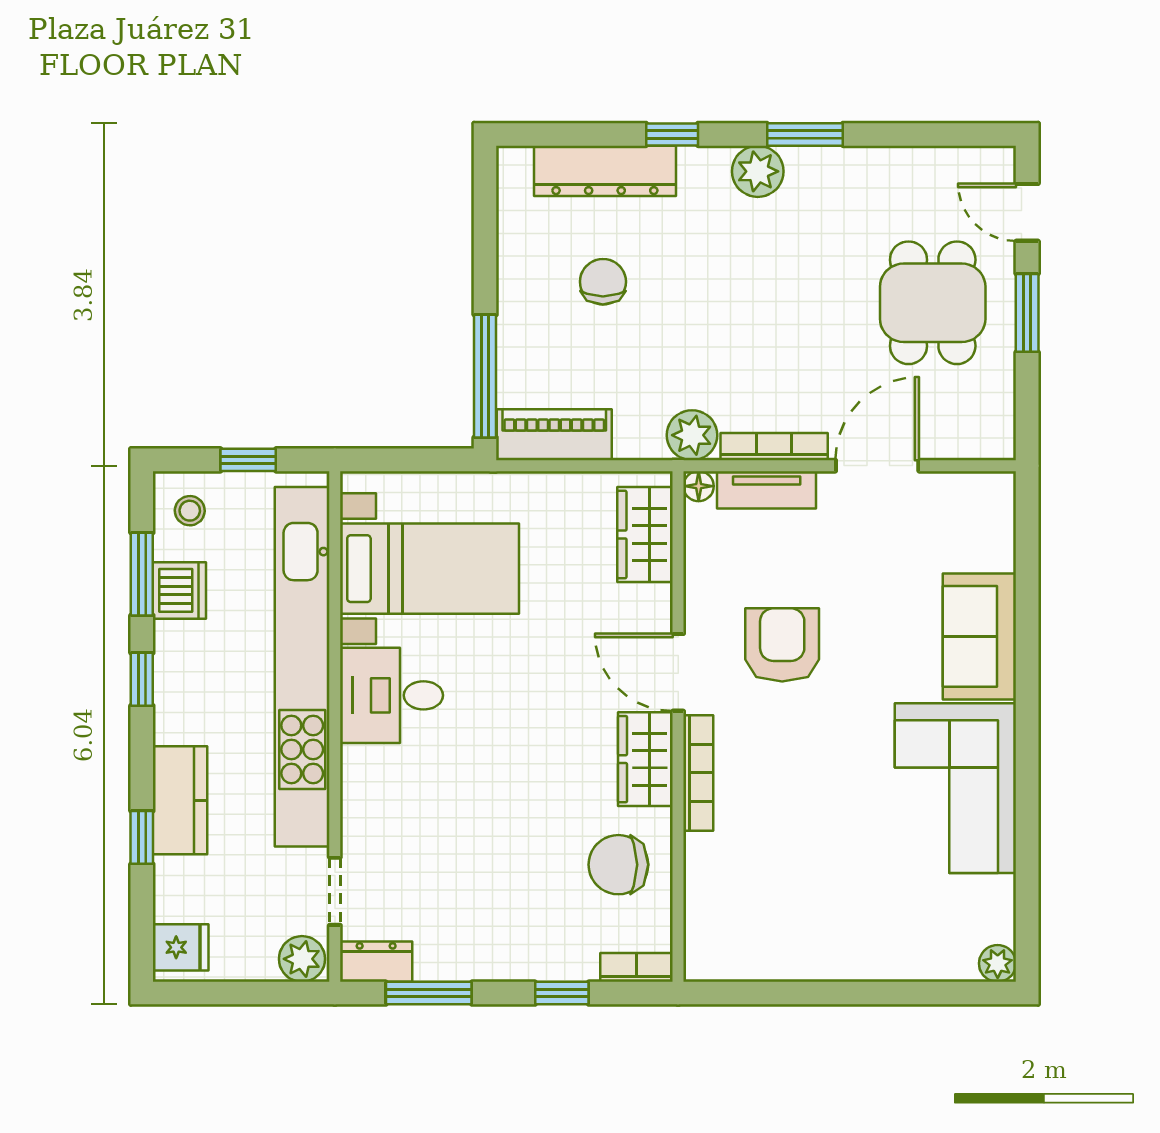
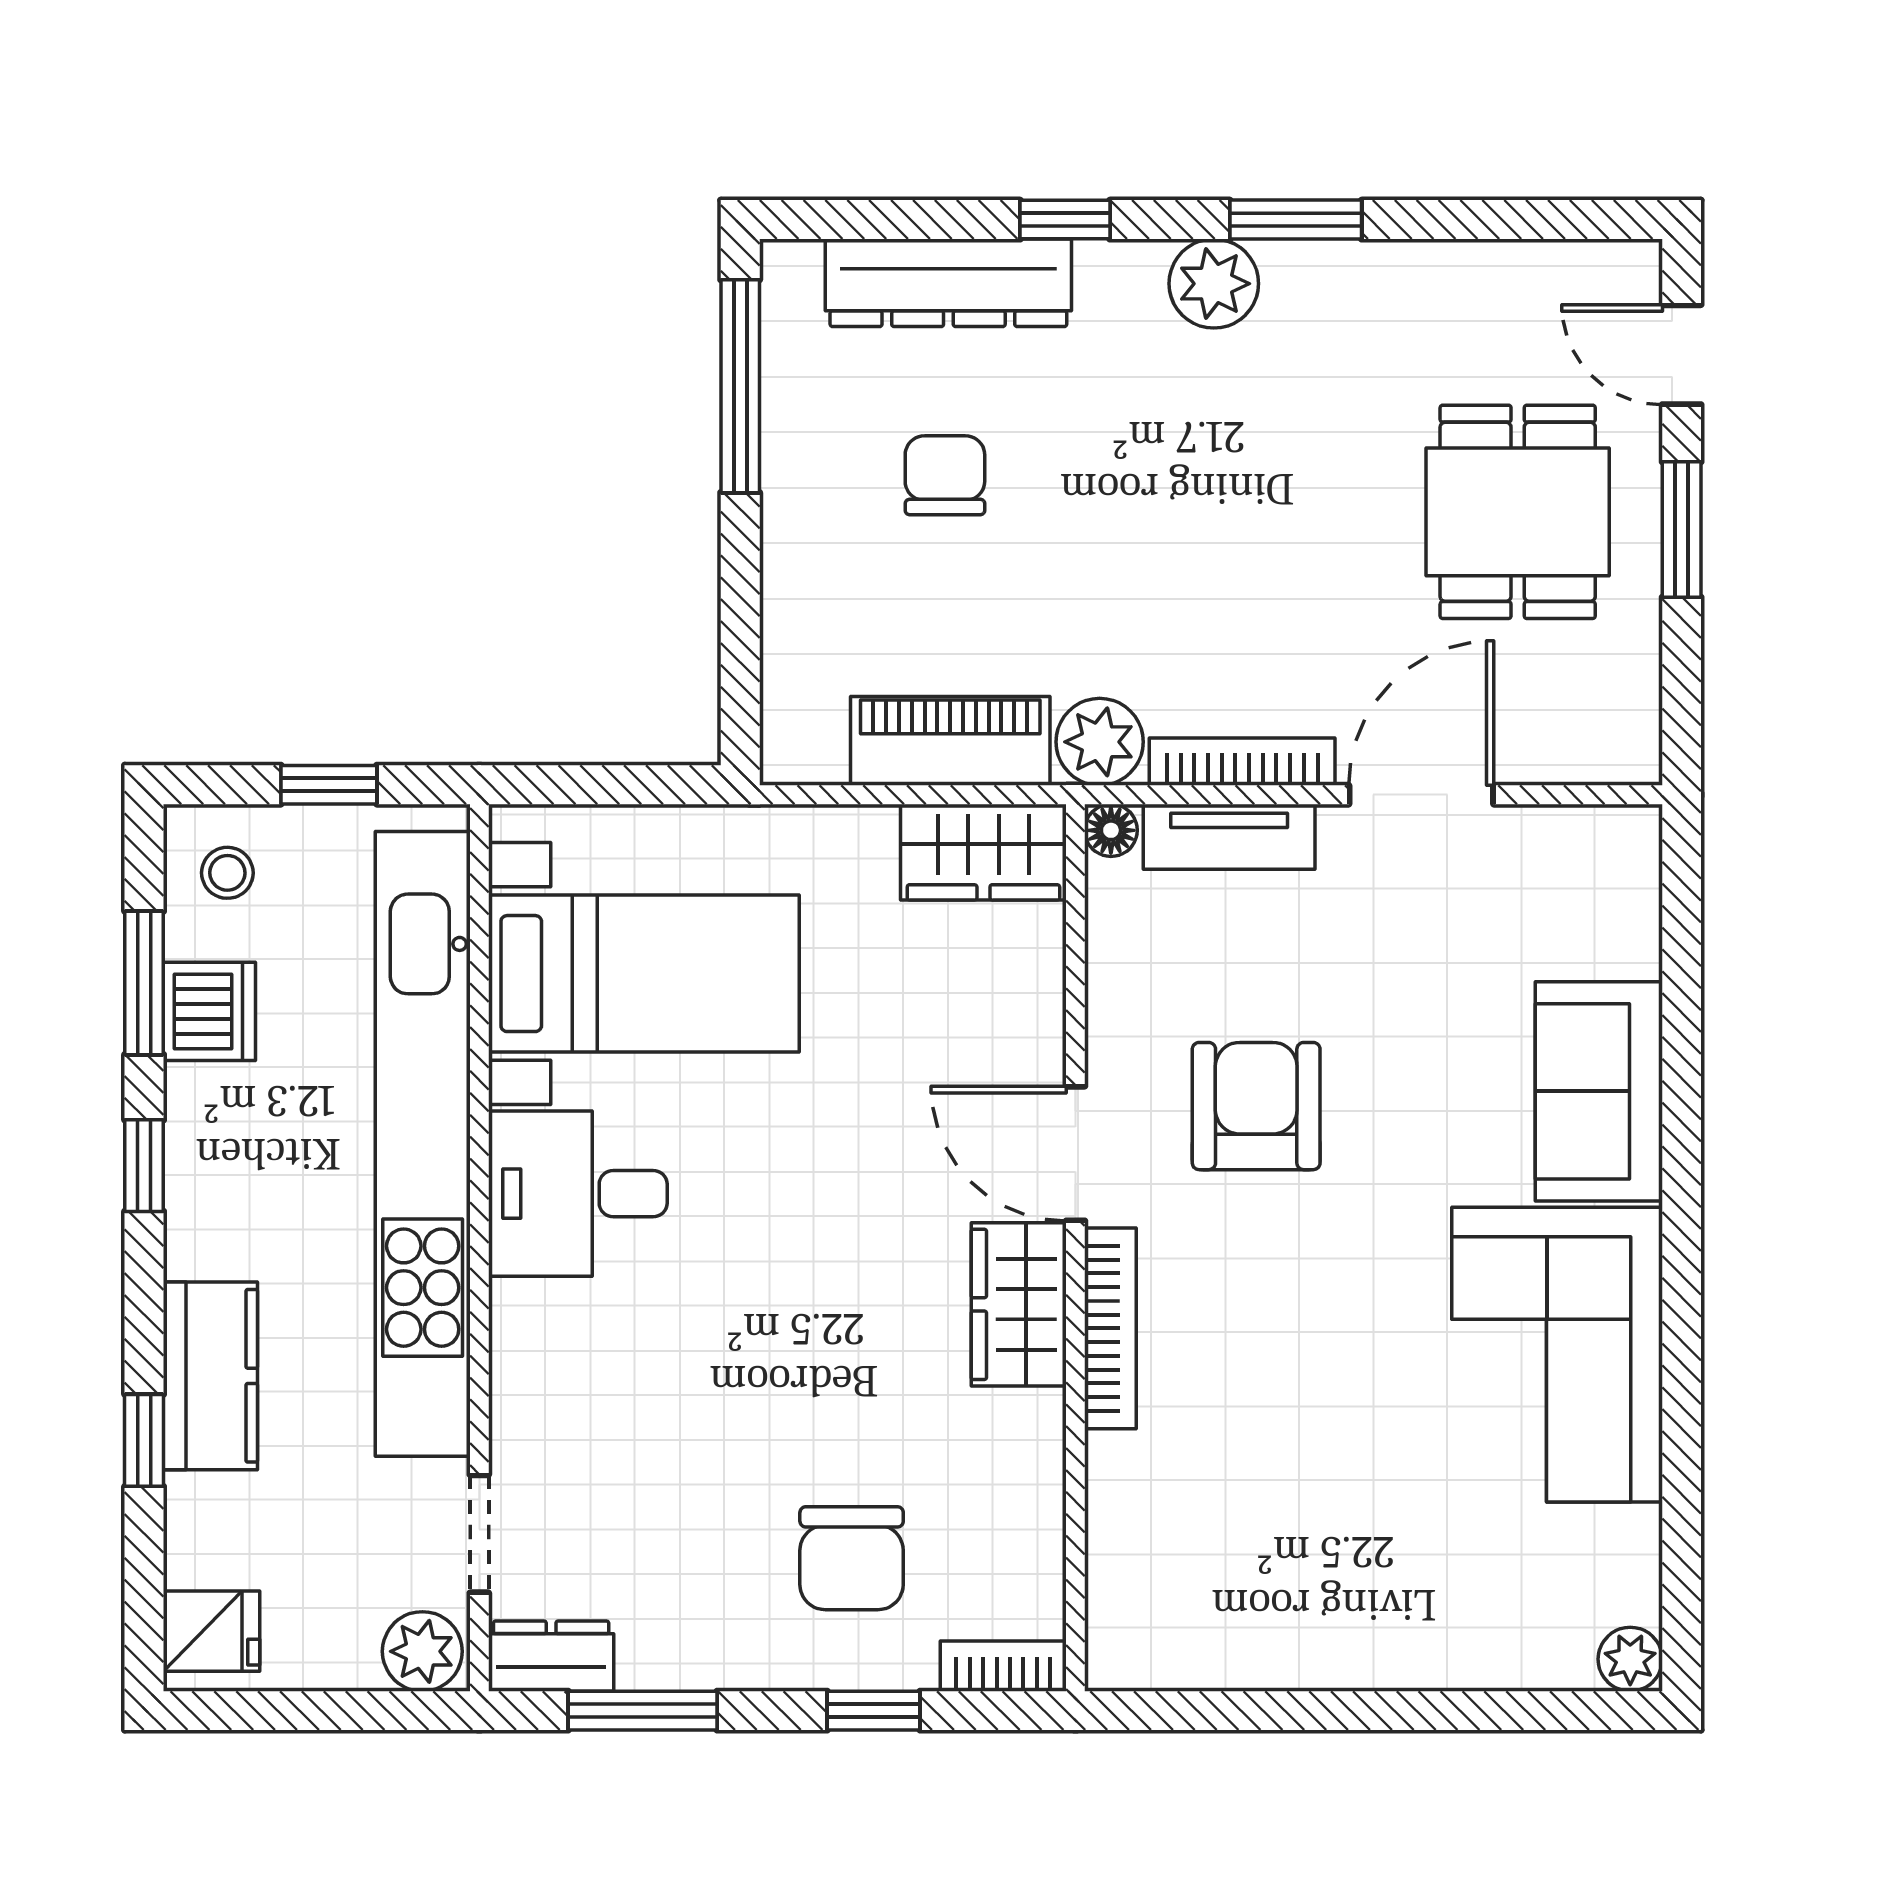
window: (485, 376) -> (740, 386), moved
piano: (554, 435) -> (950, 741), moved
wardrobe: (645, 535) -> (983, 852), moved, turned -90
chair: (618, 865) -> (852, 1558), moved, turned -90

